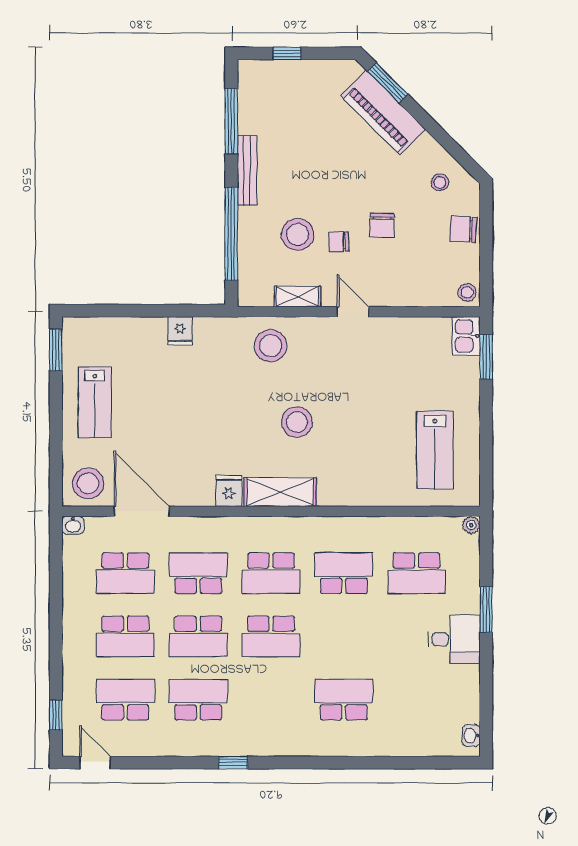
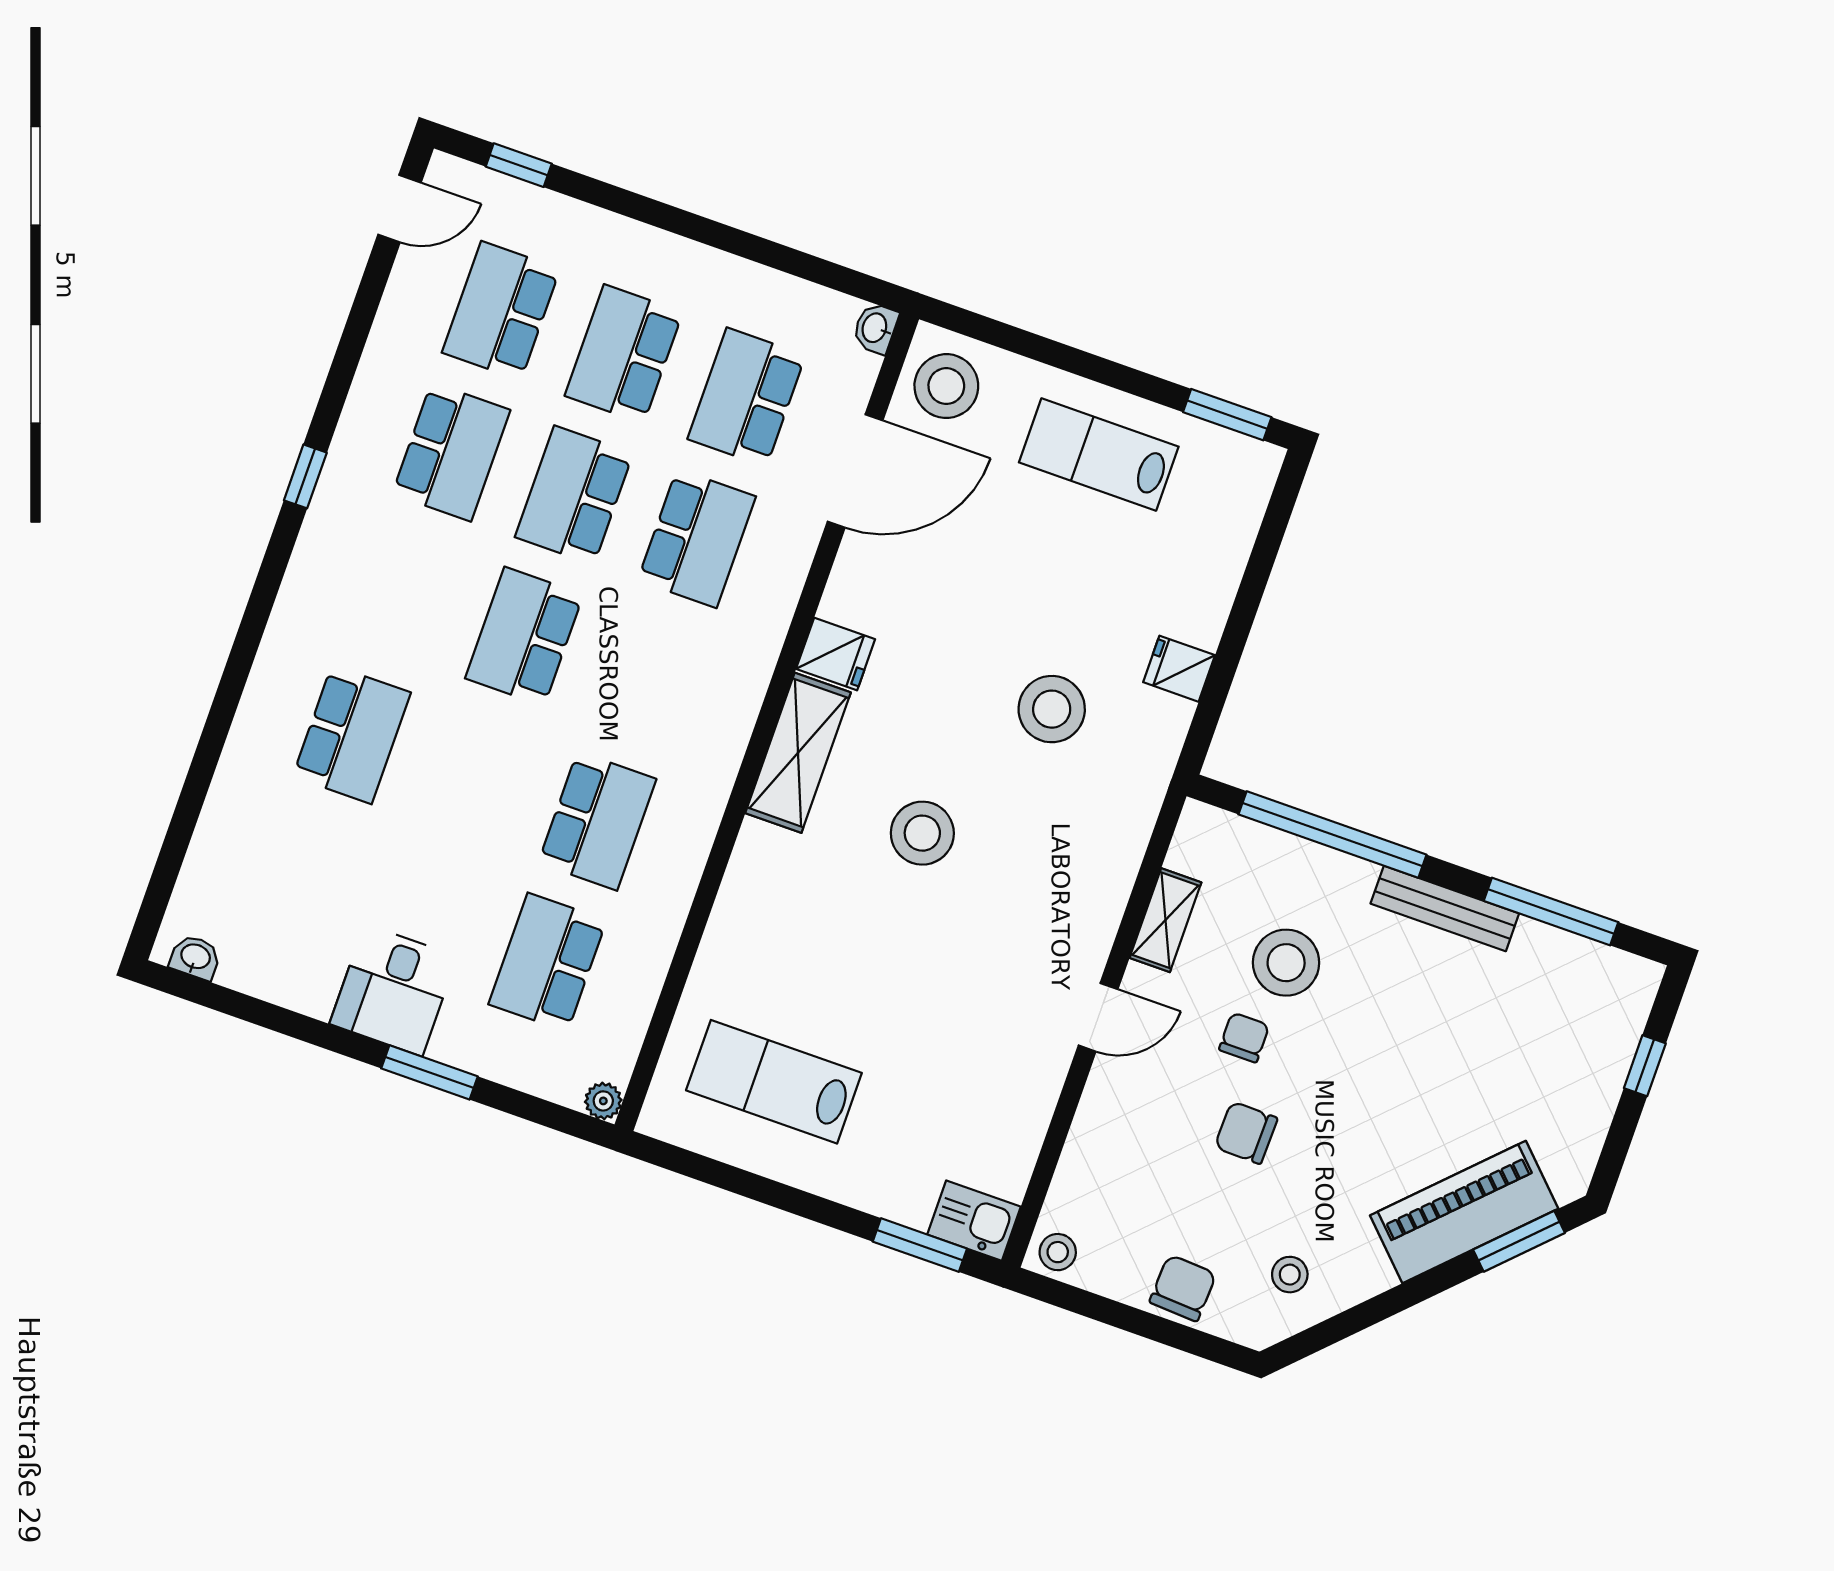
stool: (271, 346) -> (1052, 709), moved
school desk: (271, 573) -> (647, 680), removed
school desk: (125, 700) -> (501, 311), turned 180

